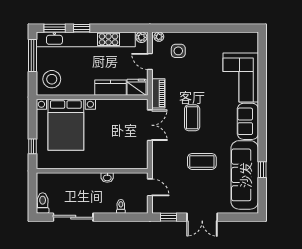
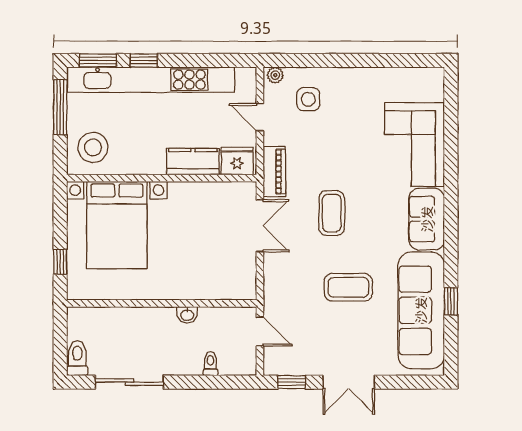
plant: (141, 37) -> (245, 76), removed

